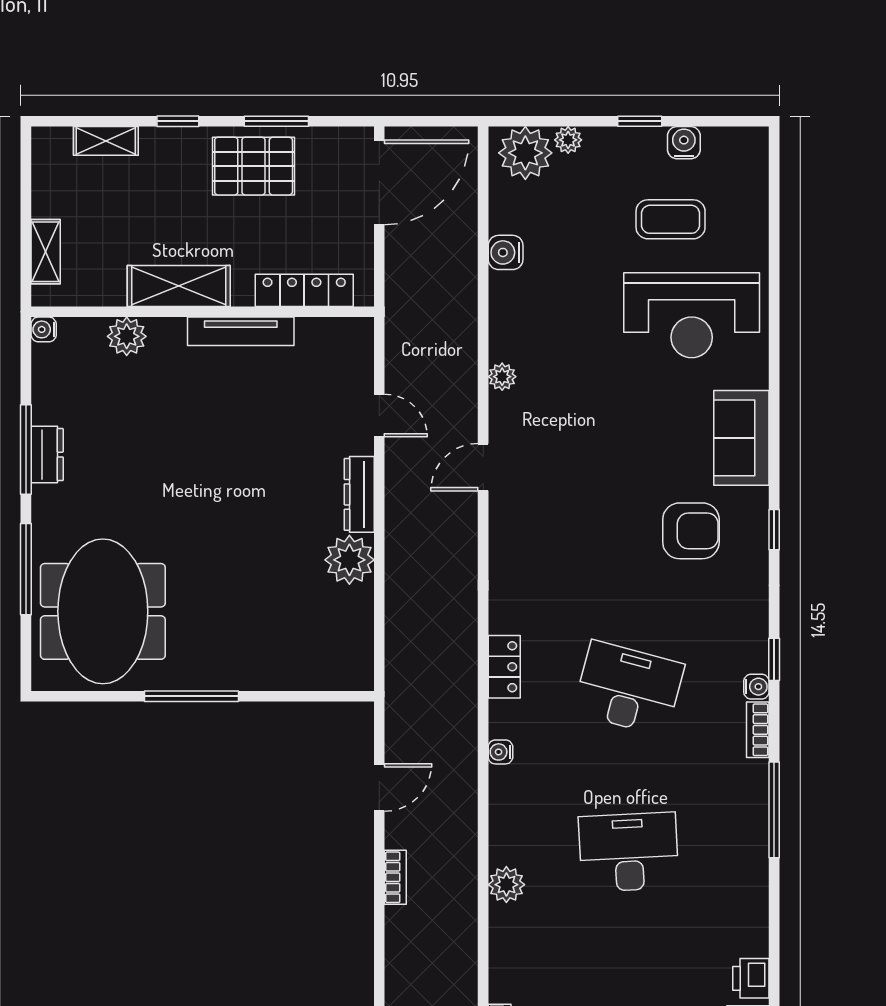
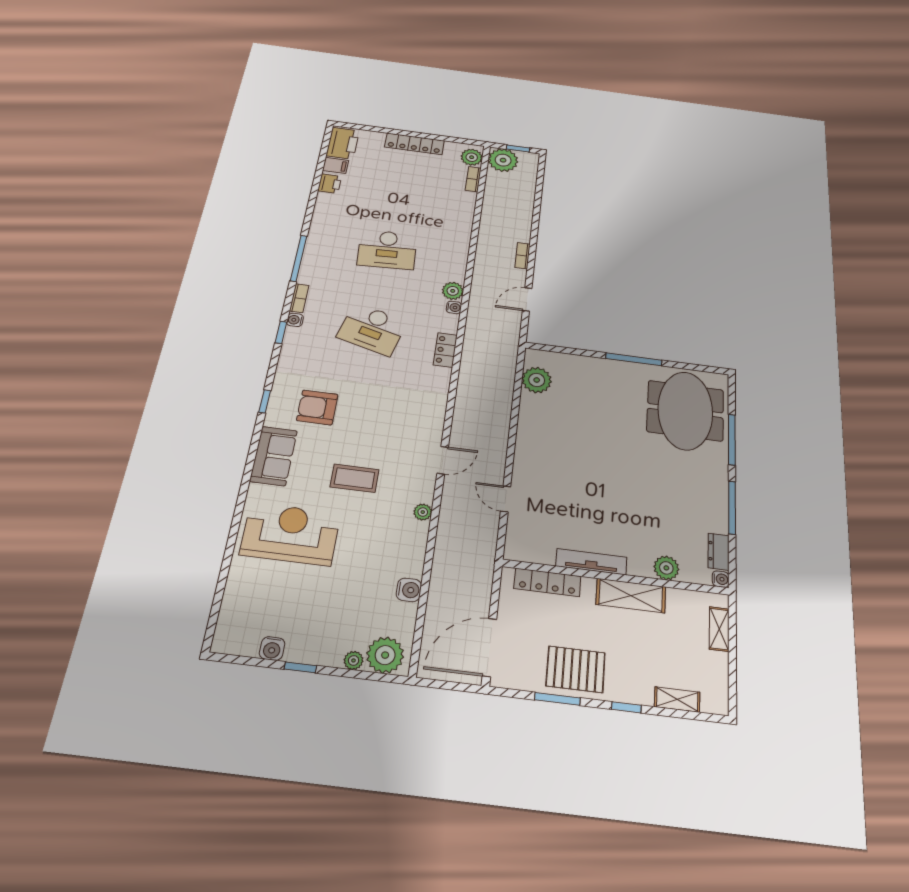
coffee table: (671, 219) -> (355, 478), moved
dresser: (47, 455) -> (718, 552), moved
dresser: (359, 494) -> (523, 455), removed
plant: (349, 560) -> (537, 380), moved
plant: (506, 885) -> (453, 291), moved

